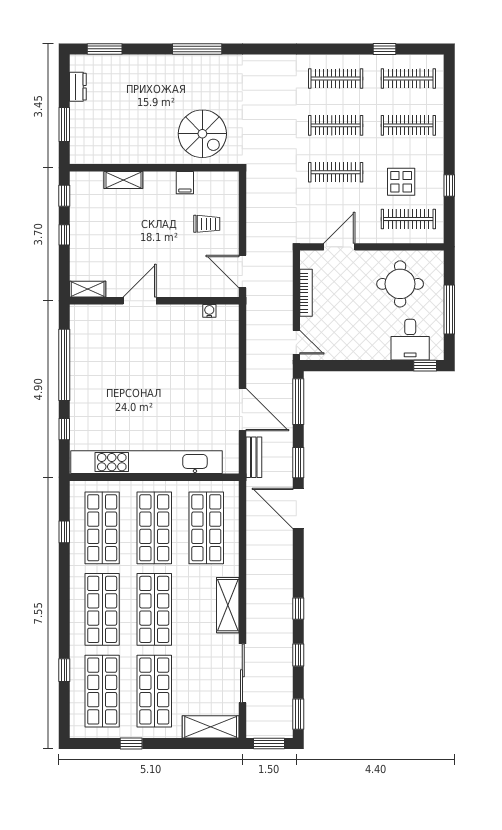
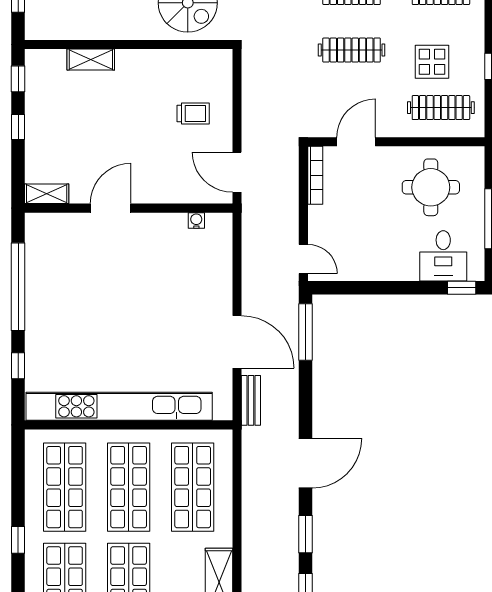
filing cabinet: (185, 183) -> (166, 63), removed
bookcase: (306, 293) -> (315, 175), moved
window: (298, 463) -> (306, 534), moved
door: (298, 508) -> (306, 463), swing flipped
window: (64, 532) -> (18, 540), moved

